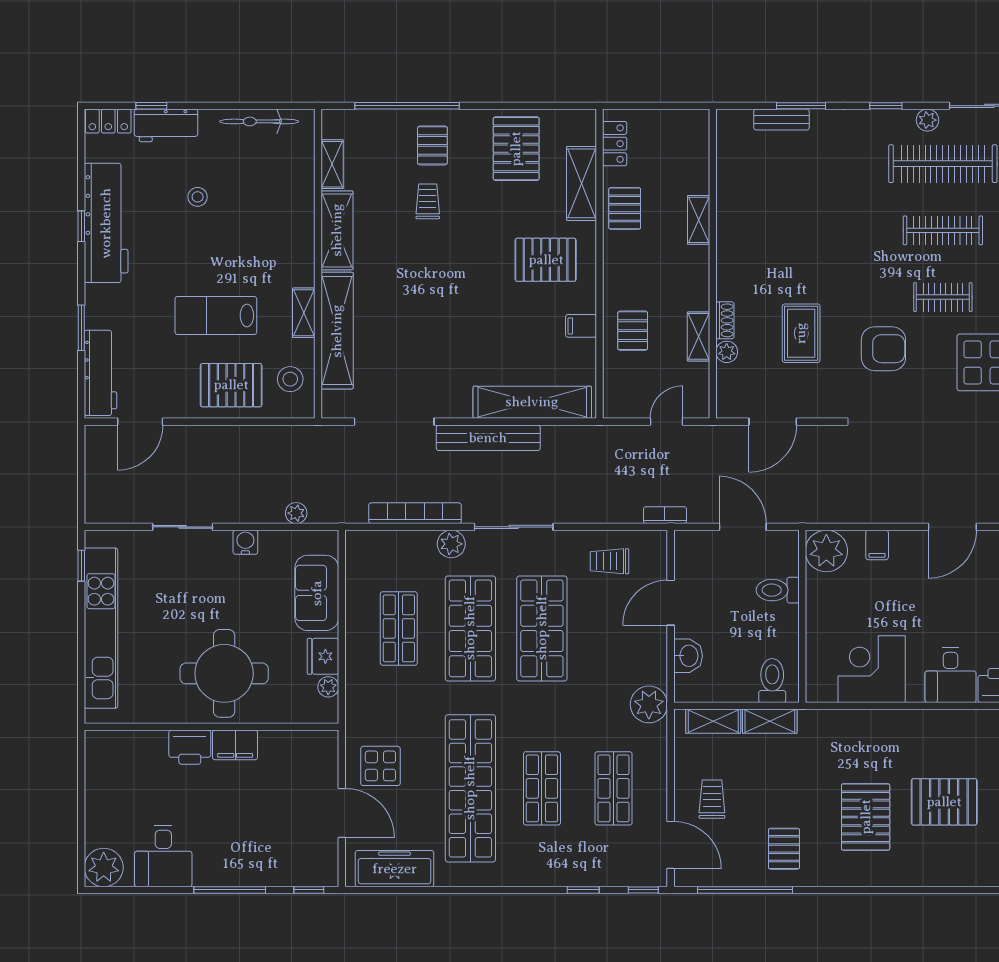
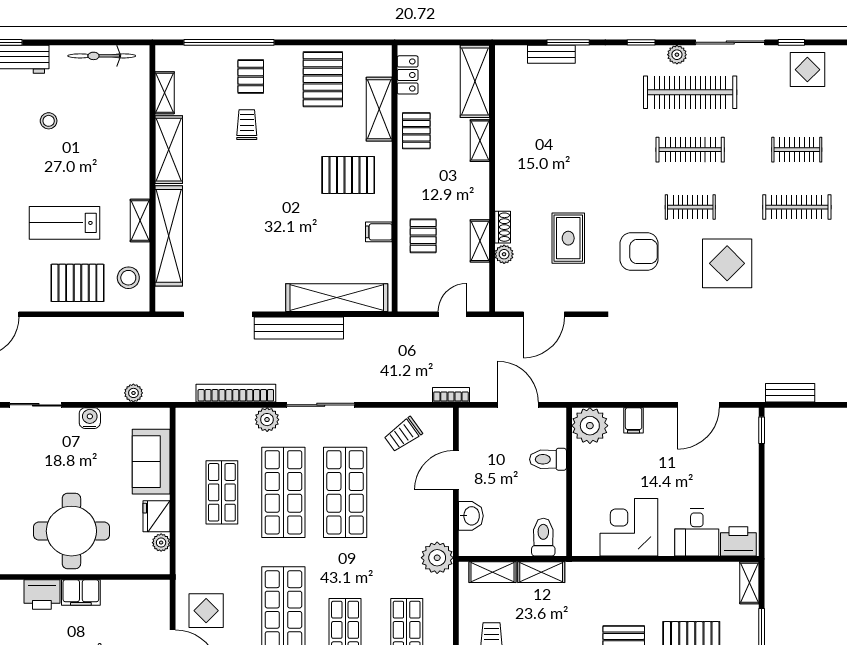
shelving: (693, 151) -> (475, 81), added
trolley: (609, 561) -> (403, 434), turned -36

